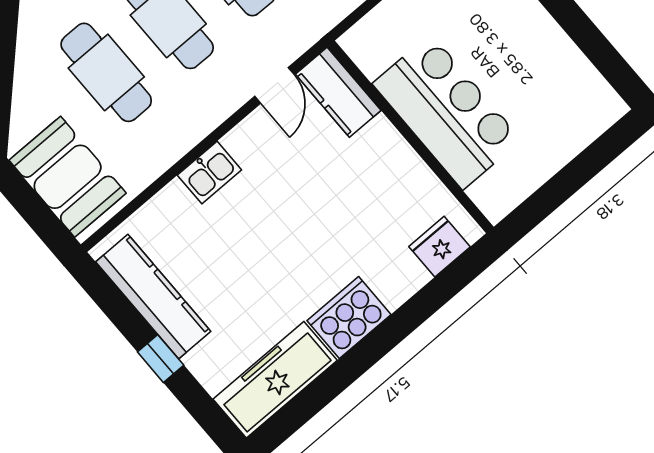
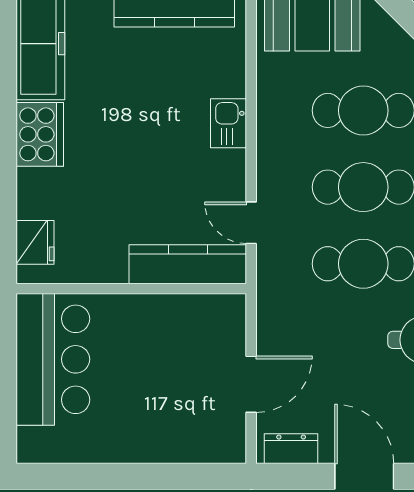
kitchen counter: (338, 92) -> (188, 264), width x1.50
bar counter: (447, 112) -> (53, 359), moved, turned -90

